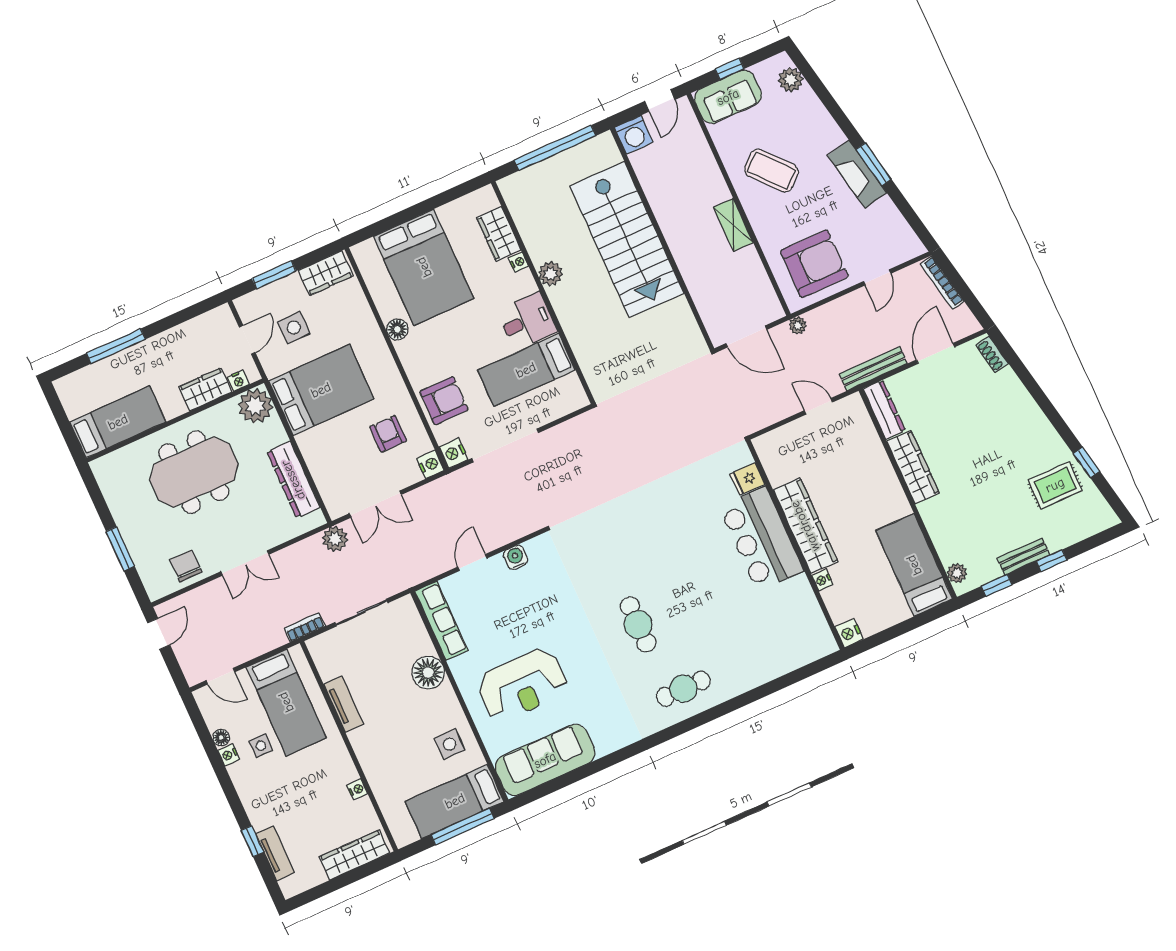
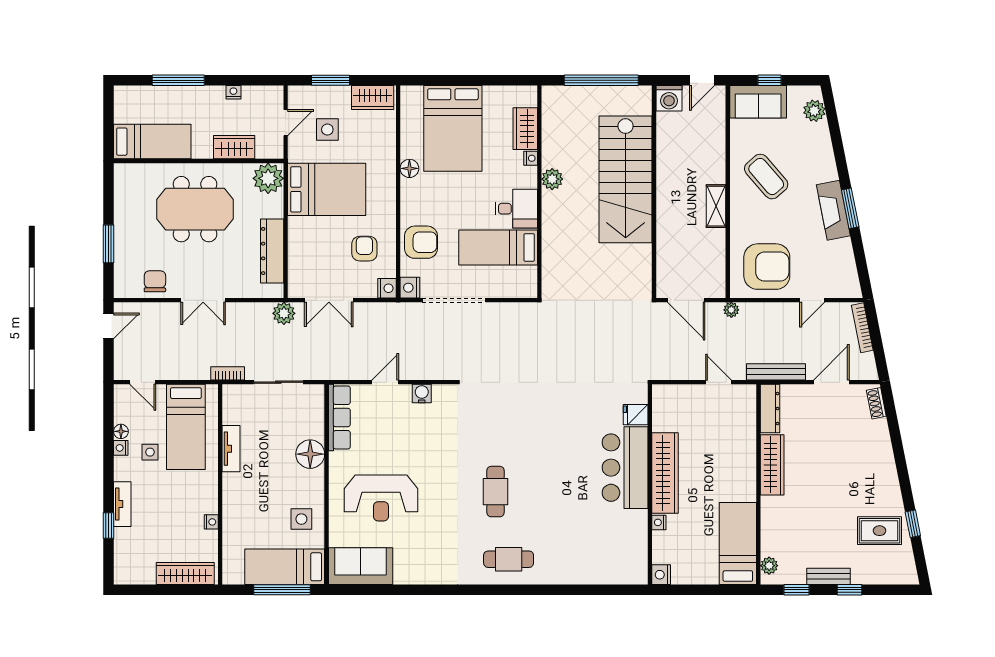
nightstand: (238, 381) -> (233, 92), moved, turned 180
sofa: (545, 760) -> (361, 566), width x0.73
tv unit: (275, 853) -> (122, 504), moved

